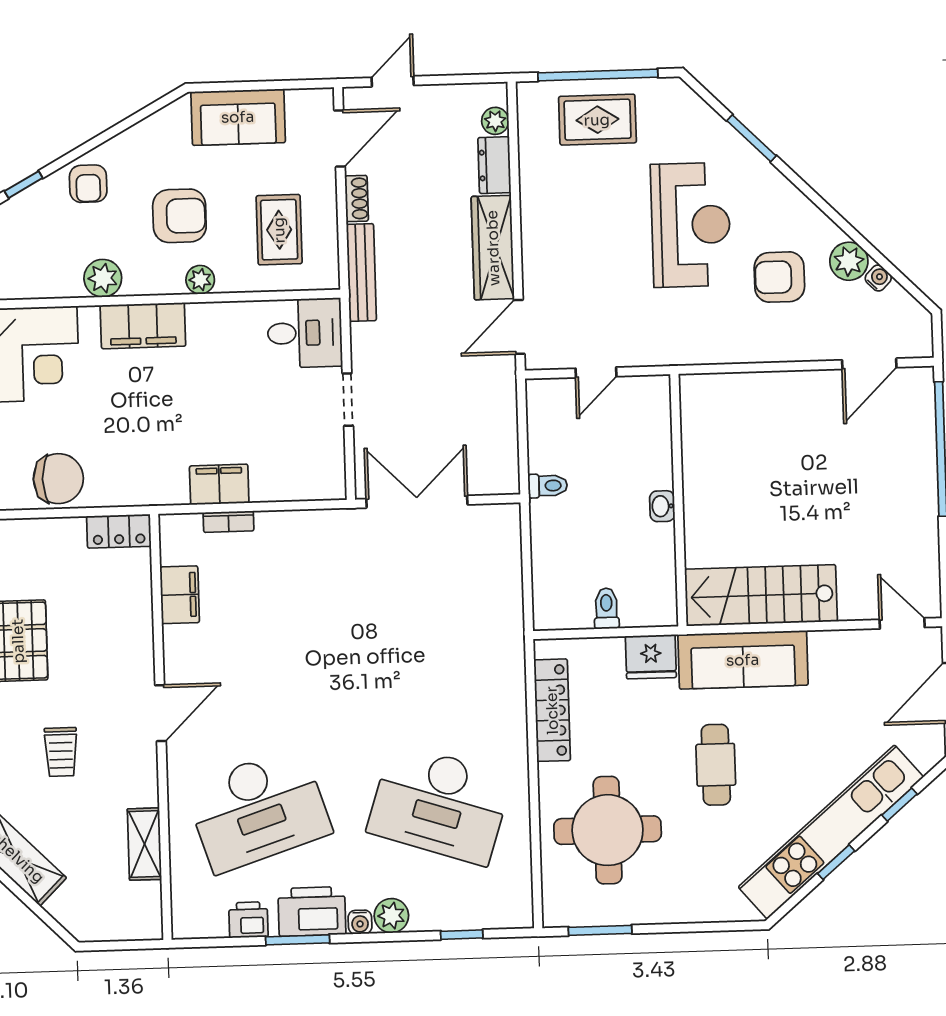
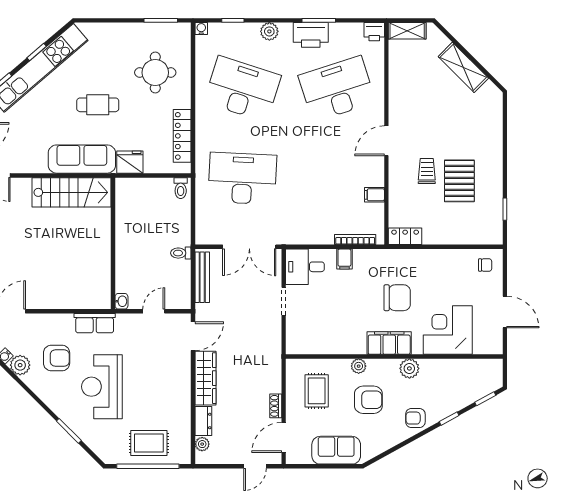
armchair: (88, 184) -> (415, 418), turned -90
armchair: (179, 216) -> (368, 400), turned 180
bench: (361, 272) -> (202, 277), moved
desk: (305, 333) -> (305, 267), moved
row of seats: (709, 346) -> (95, 323), added
chair: (58, 479) -> (397, 298), moved, turned 180
filing cabinet: (219, 484) -> (344, 259), width x0.50
washbasin: (662, 506) -> (121, 301), moved
bookcase: (228, 522) -> (355, 240), width x1.56
filing cabinet: (180, 595) -> (374, 195), width x0.50
toilet: (606, 608) -> (181, 188), moved
desk: (434, 632) -> (242, 178), added
trolley: (61, 752) -> (427, 171), moved
cafe table: (716, 765) -> (98, 105), turned 90
round table: (608, 830) -> (155, 73), width x0.73, depth x0.73
shelving: (144, 844) -> (407, 31), moved, turned 90
printer: (248, 920) -> (374, 32), moved
water cooler: (360, 922) -> (201, 29), moved

